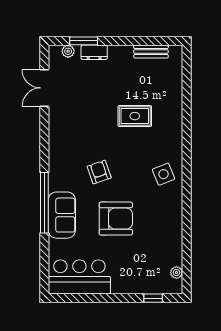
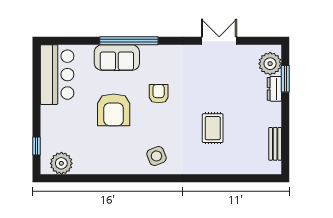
plant: (68, 51) -> (270, 64), width x1.88, depth x1.88
double door: (44, 88) -> (219, 41), moved
armchair: (99, 172) -> (159, 94), turned -71
plant: (176, 273) -> (61, 163), width x1.88, depth x1.88

